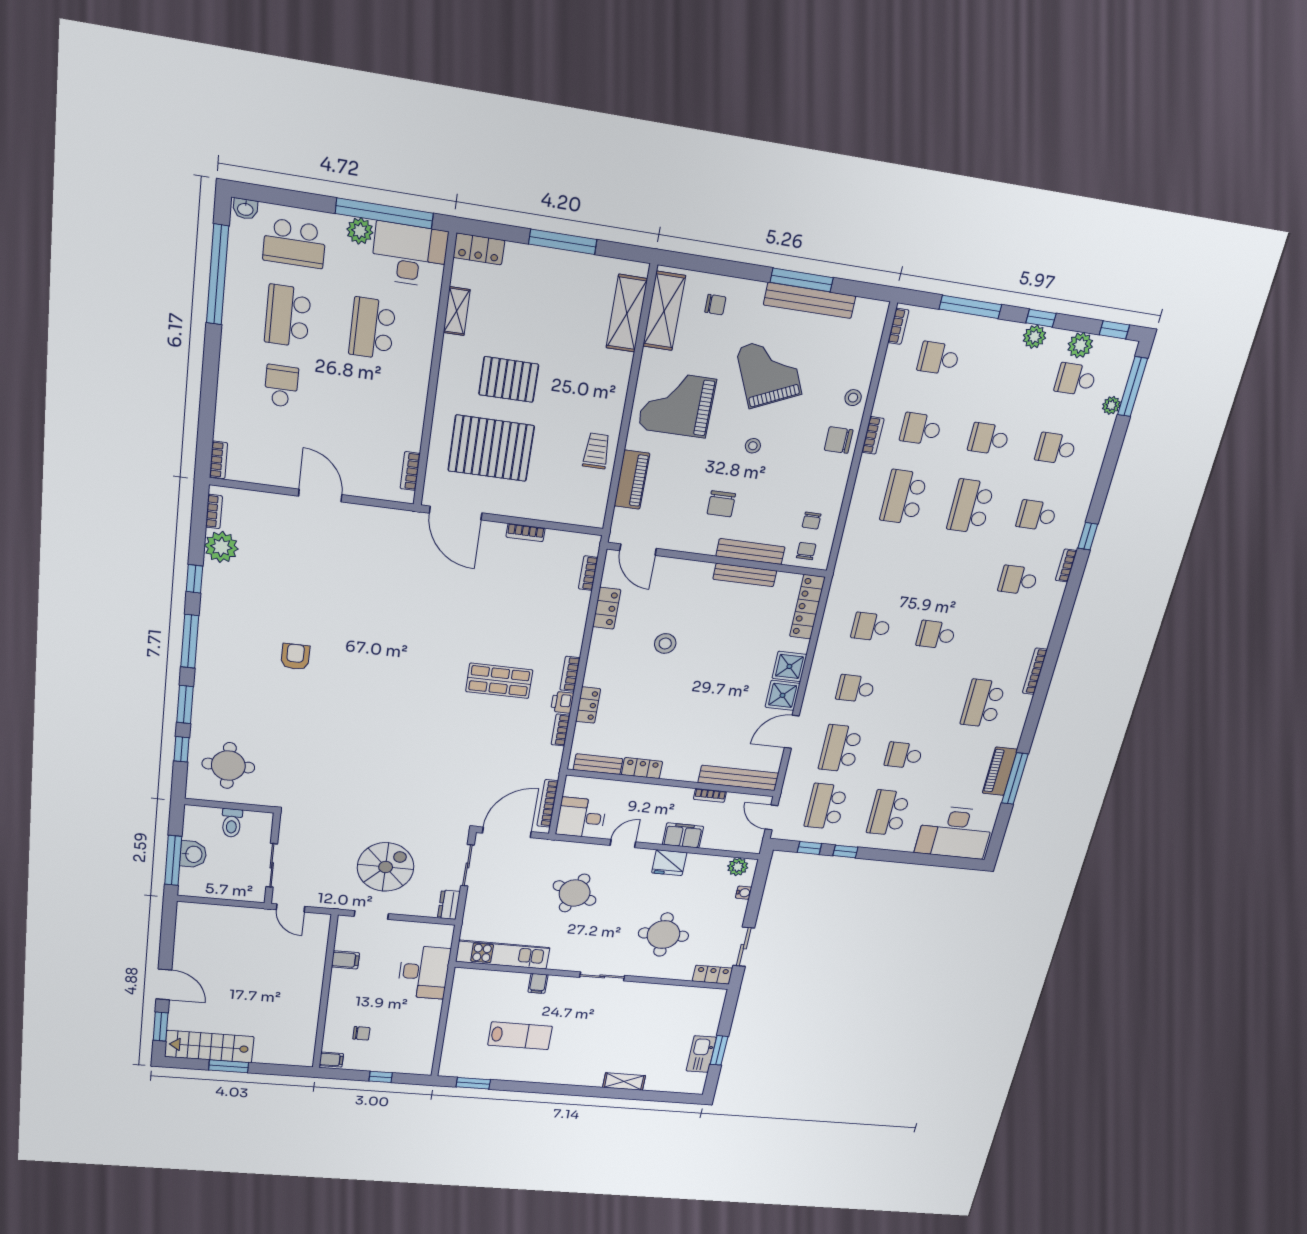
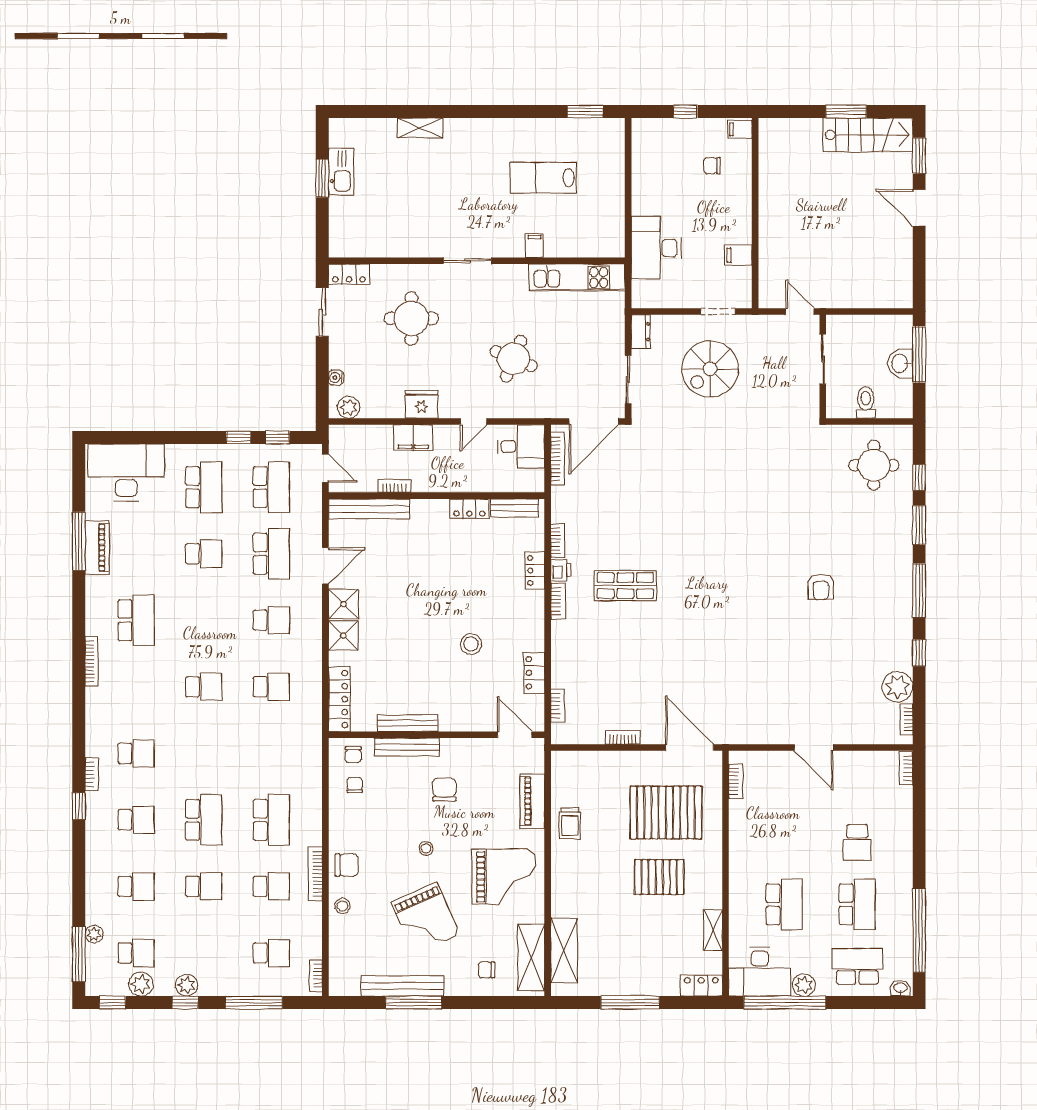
bookcase: (873, 435) -> (315, 874), width x1.56

